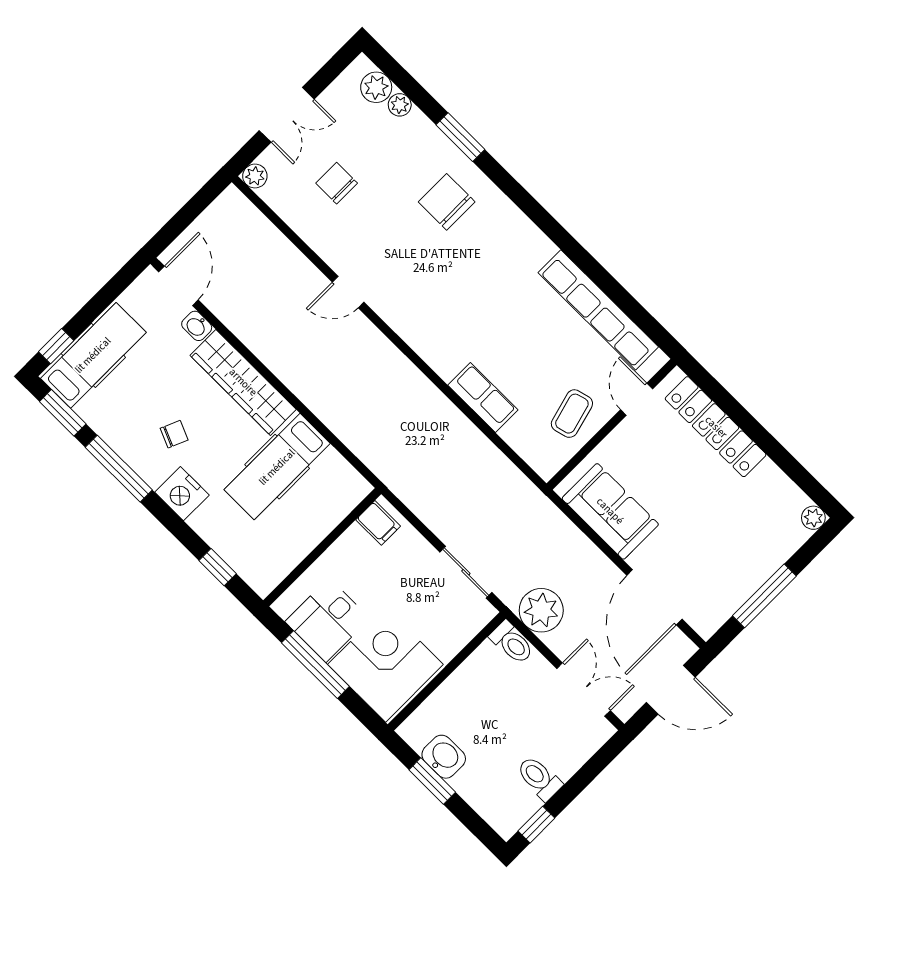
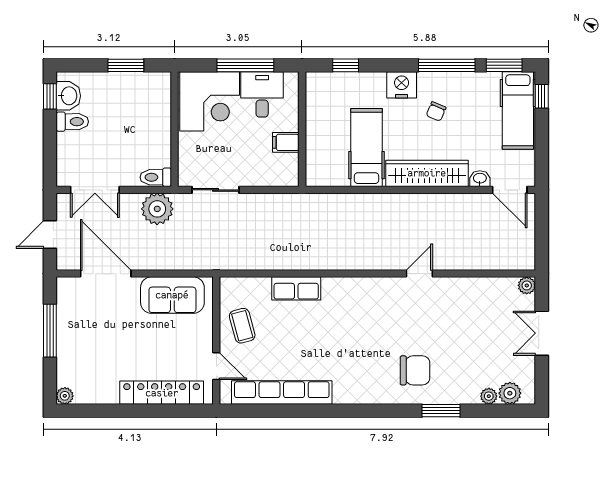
chair: (337, 183) -> (481, 324), removed
filing cabinet: (378, 523) -> (286, 142), moved
door: (671, 690) -> (50, 234), width x0.73
washbasin: (444, 757) -> (68, 96), moved, turned -90

